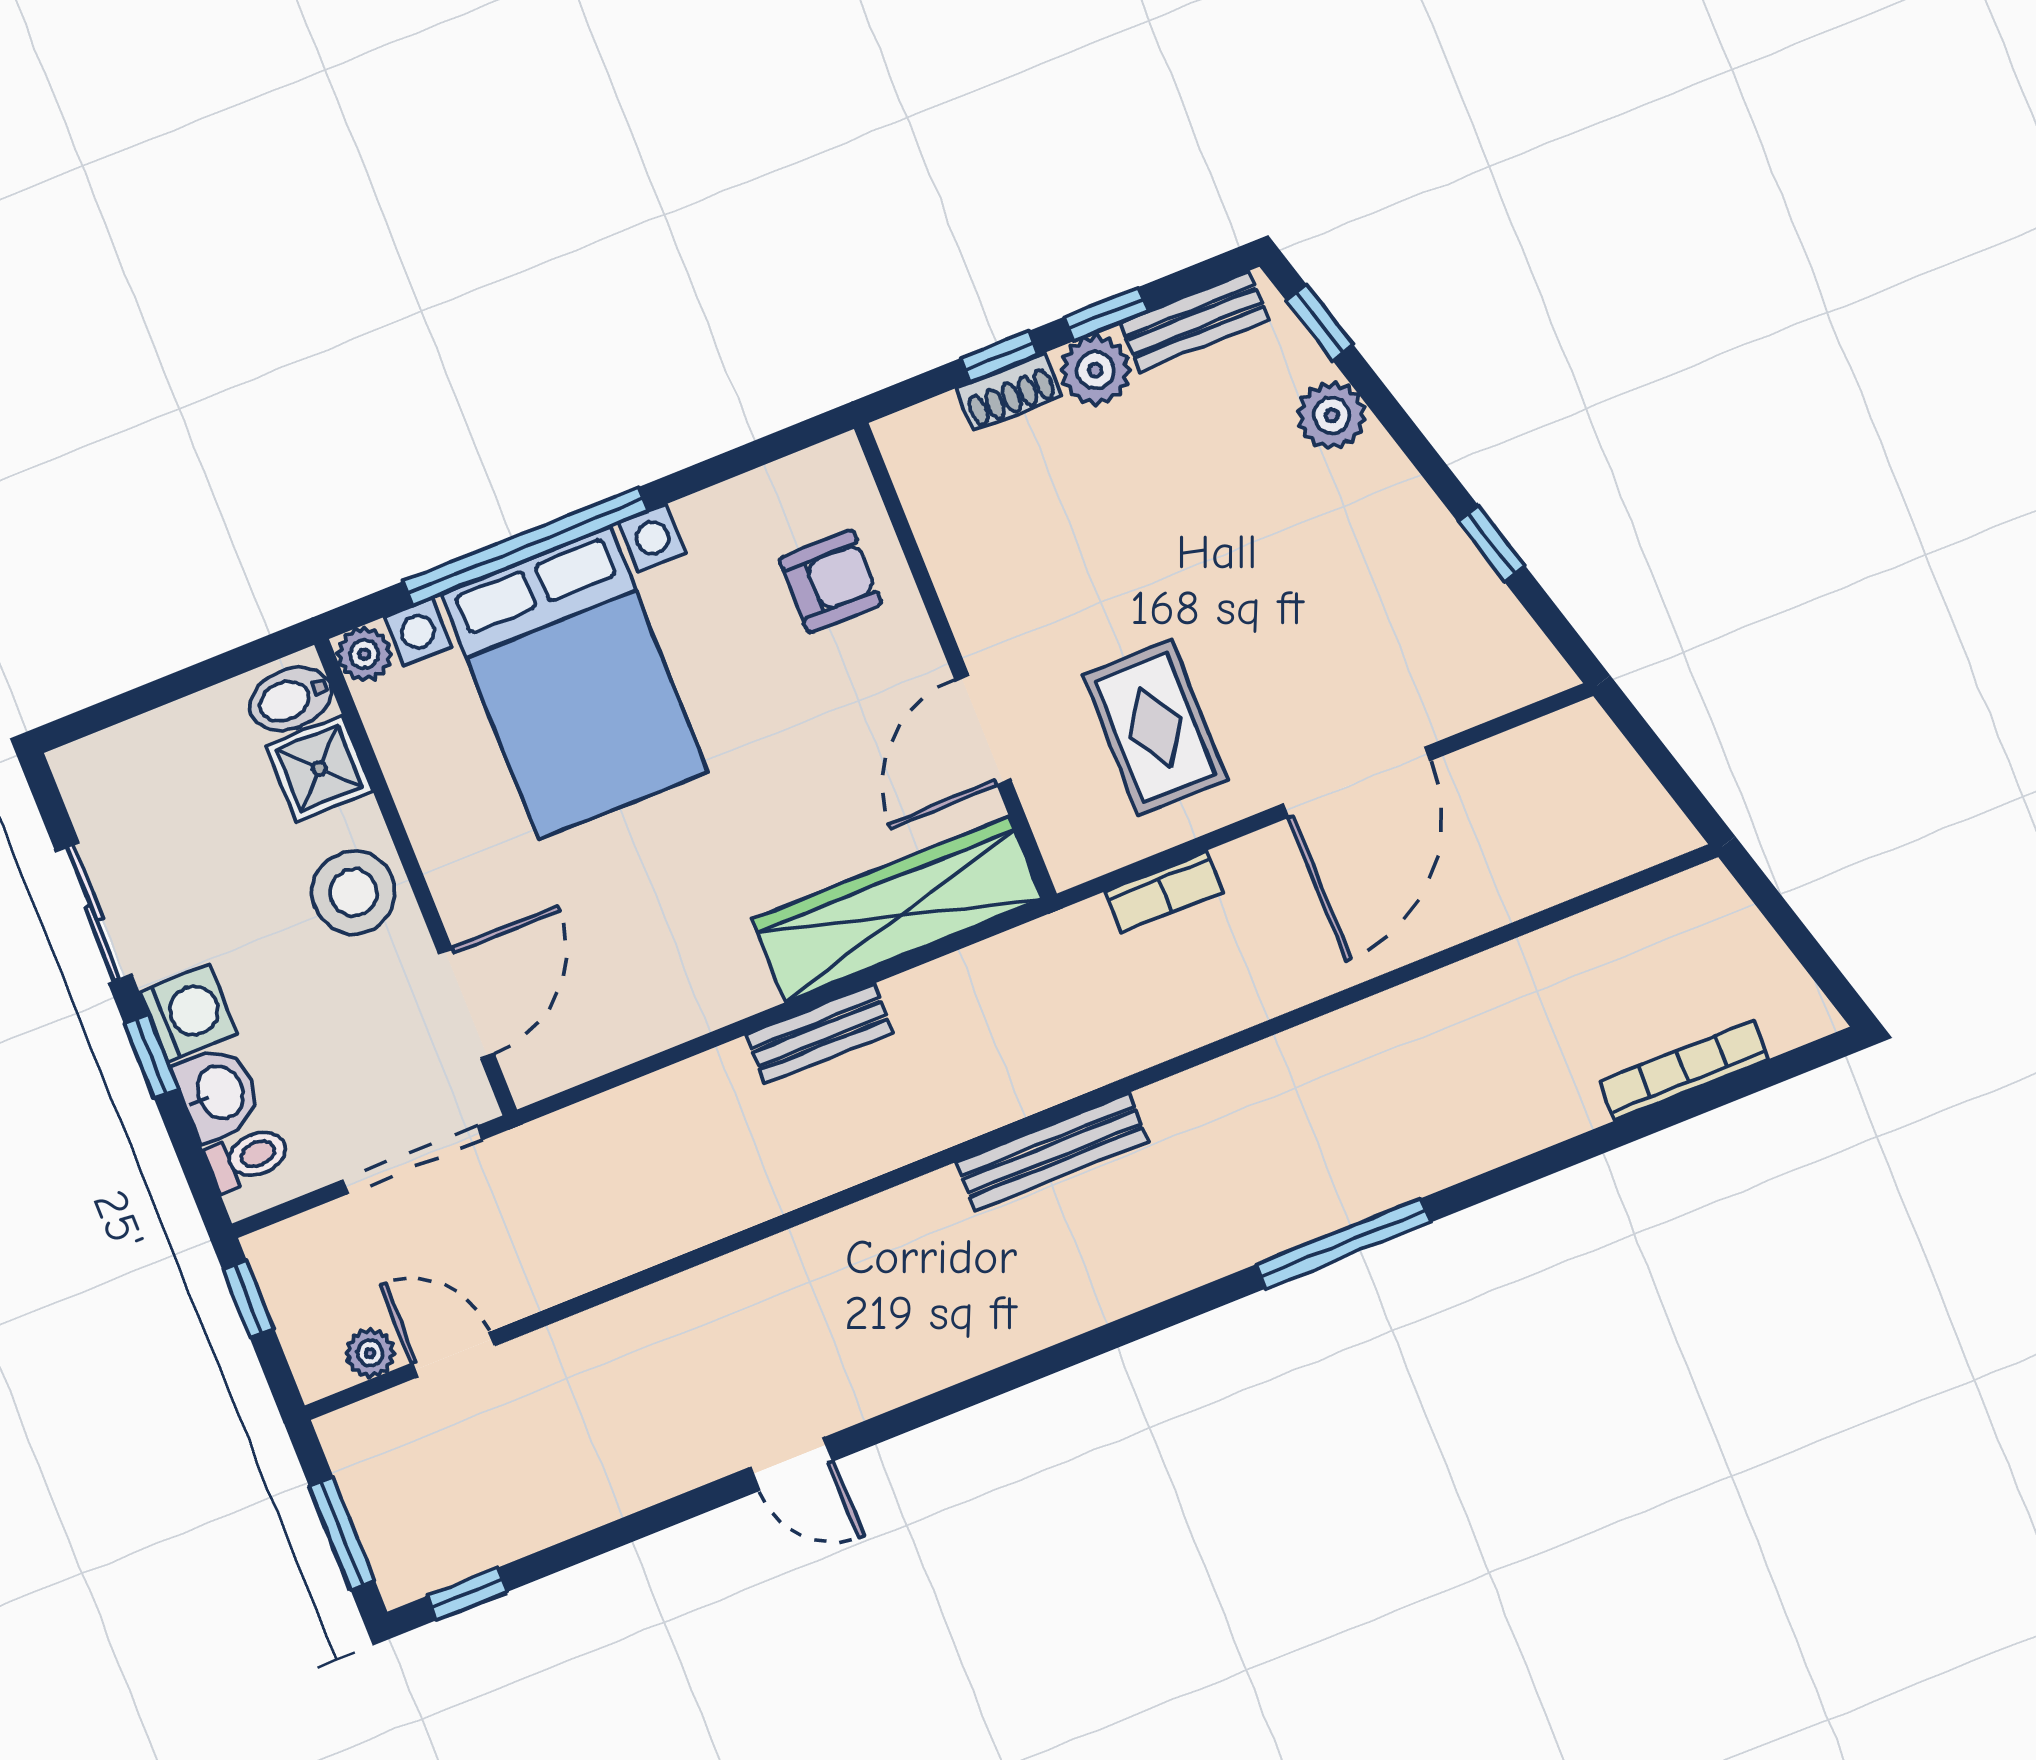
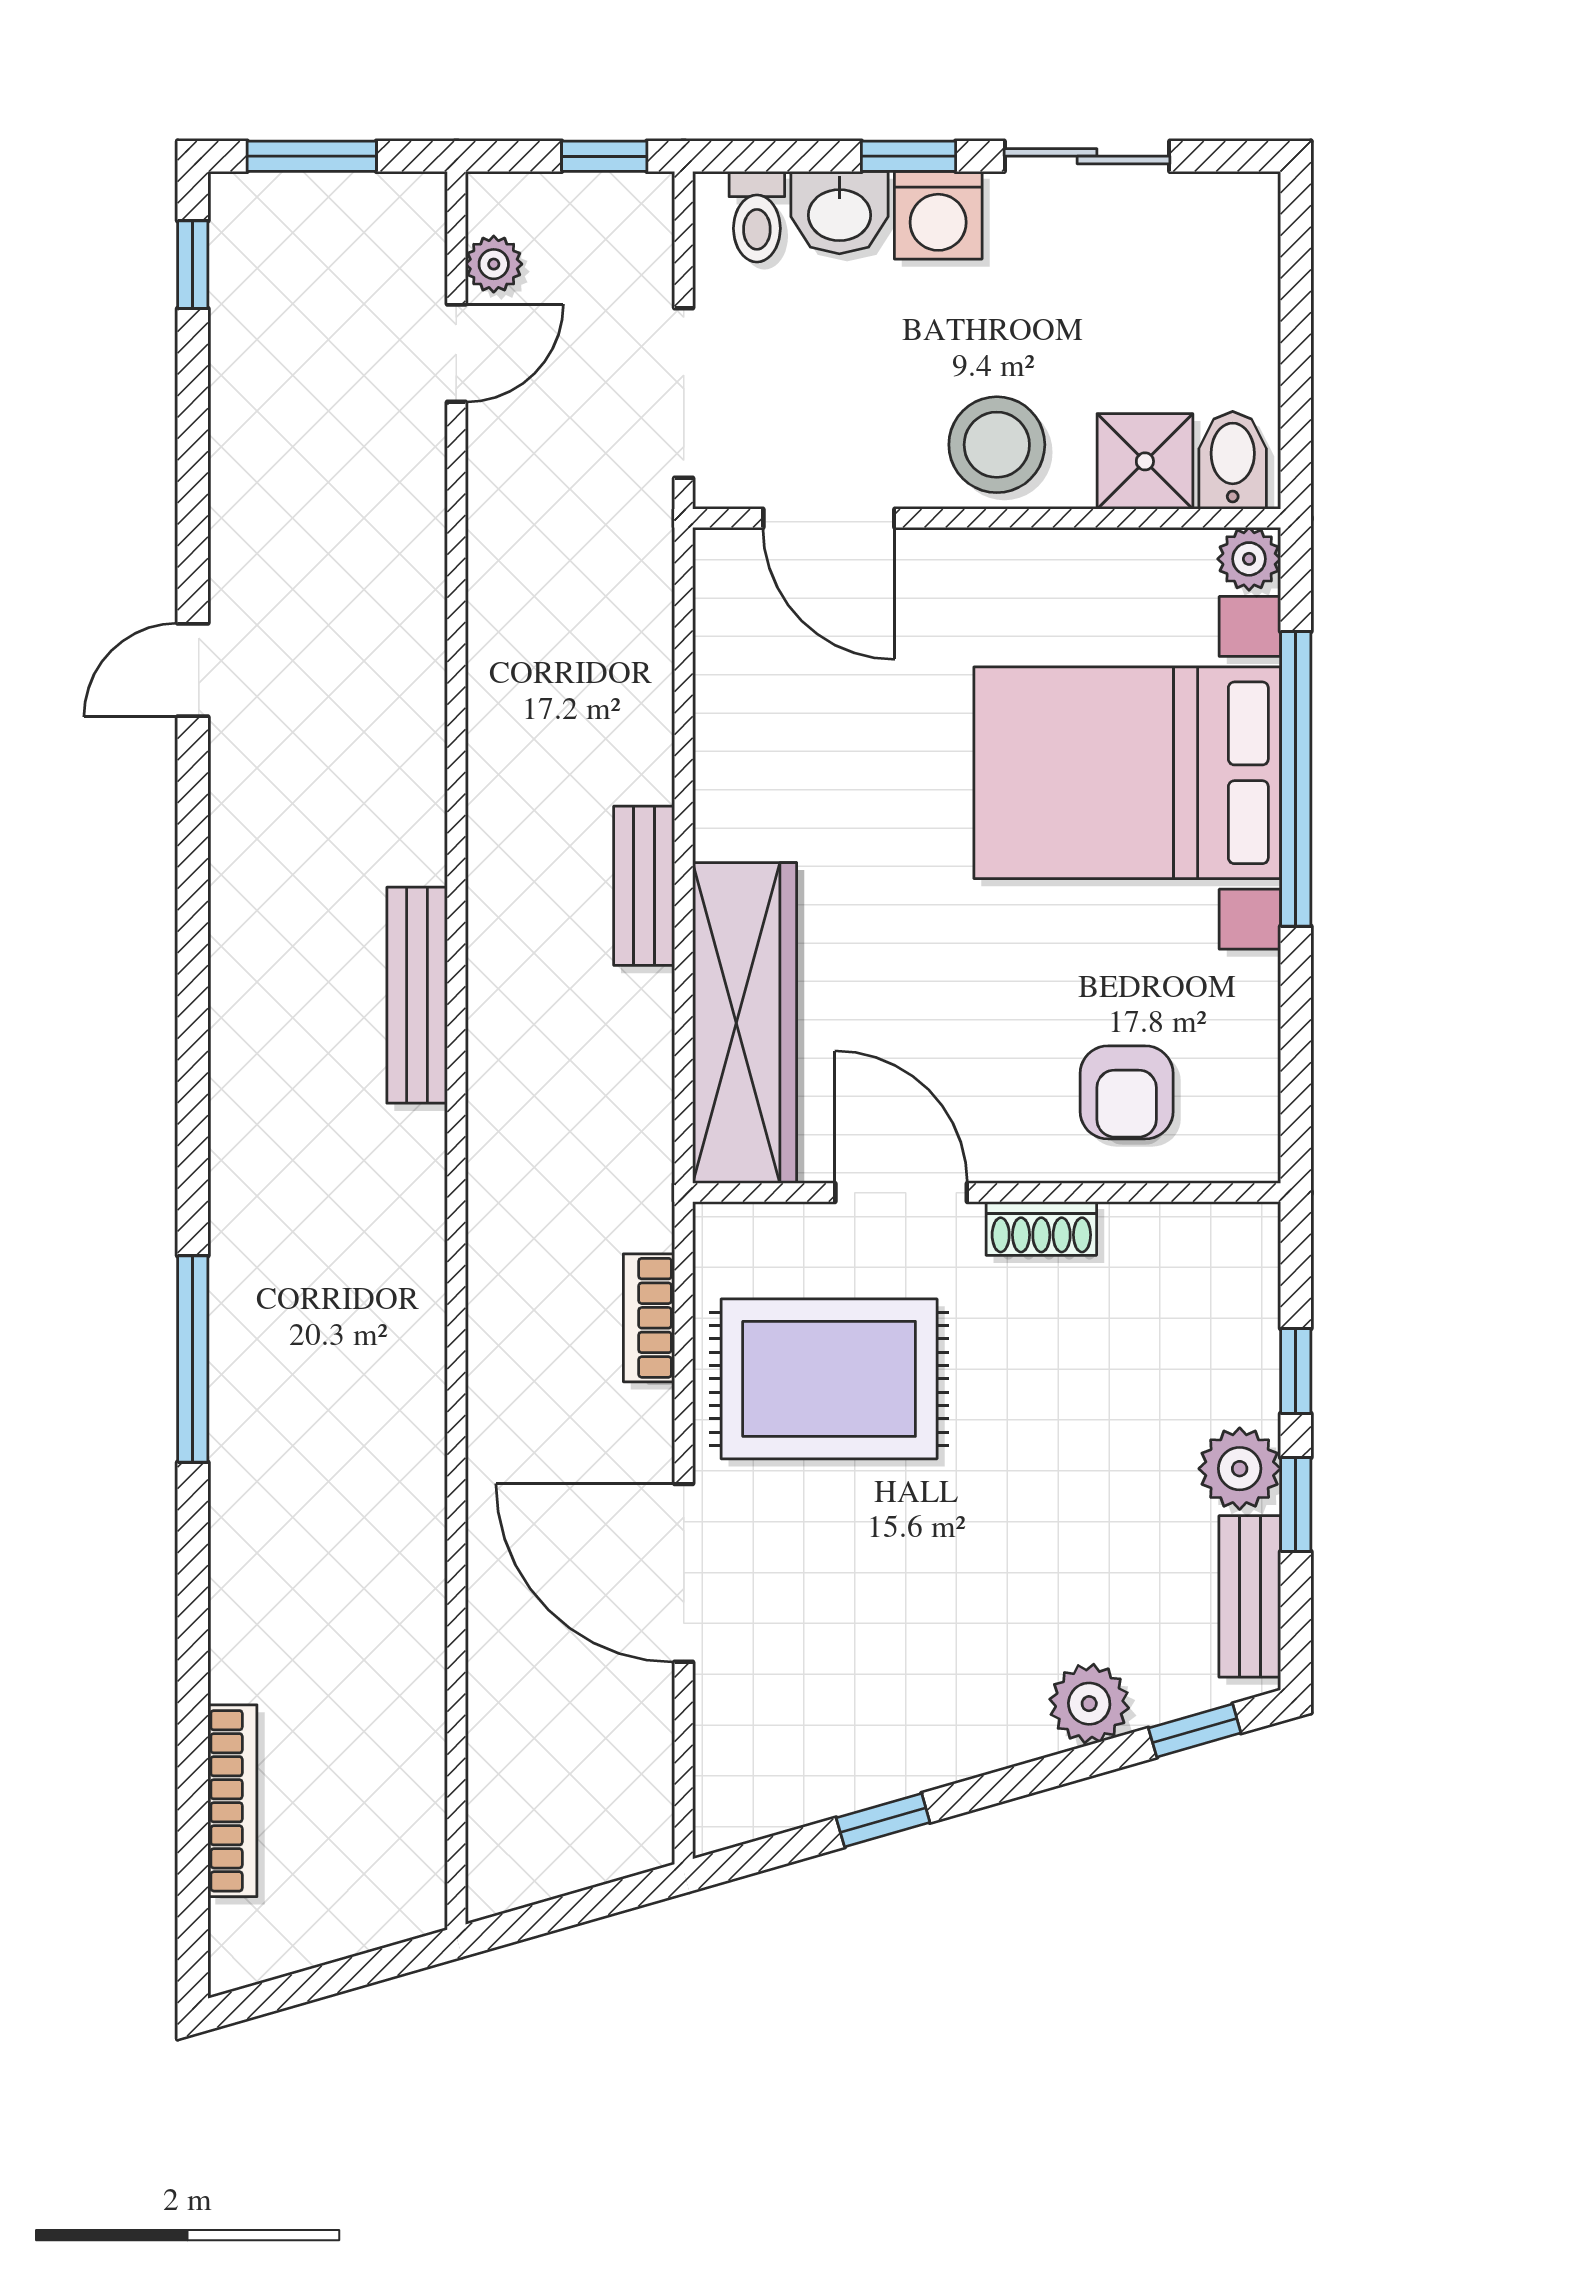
shoe rack: (1009, 392) -> (1041, 1228), moved, turned -90
rug: (1155, 728) -> (829, 1379), width x1.36, depth x1.43
bench: (1052, 1152) -> (417, 995), moved

